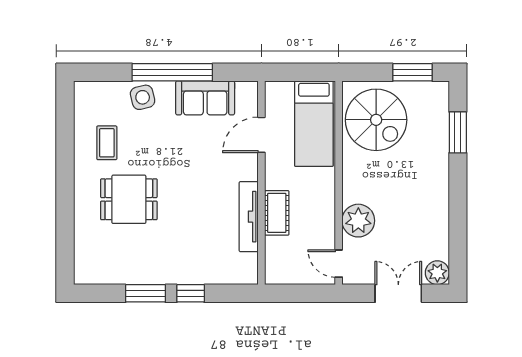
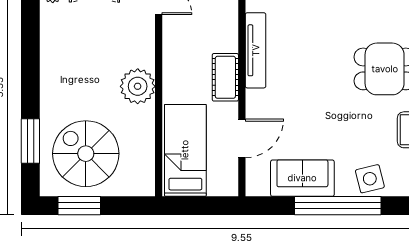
spiral stairs: (376, 120) -> (86, 154), moved
cot: (277, 213) -> (225, 77), moved
plant: (358, 221) -> (138, 86), moved

